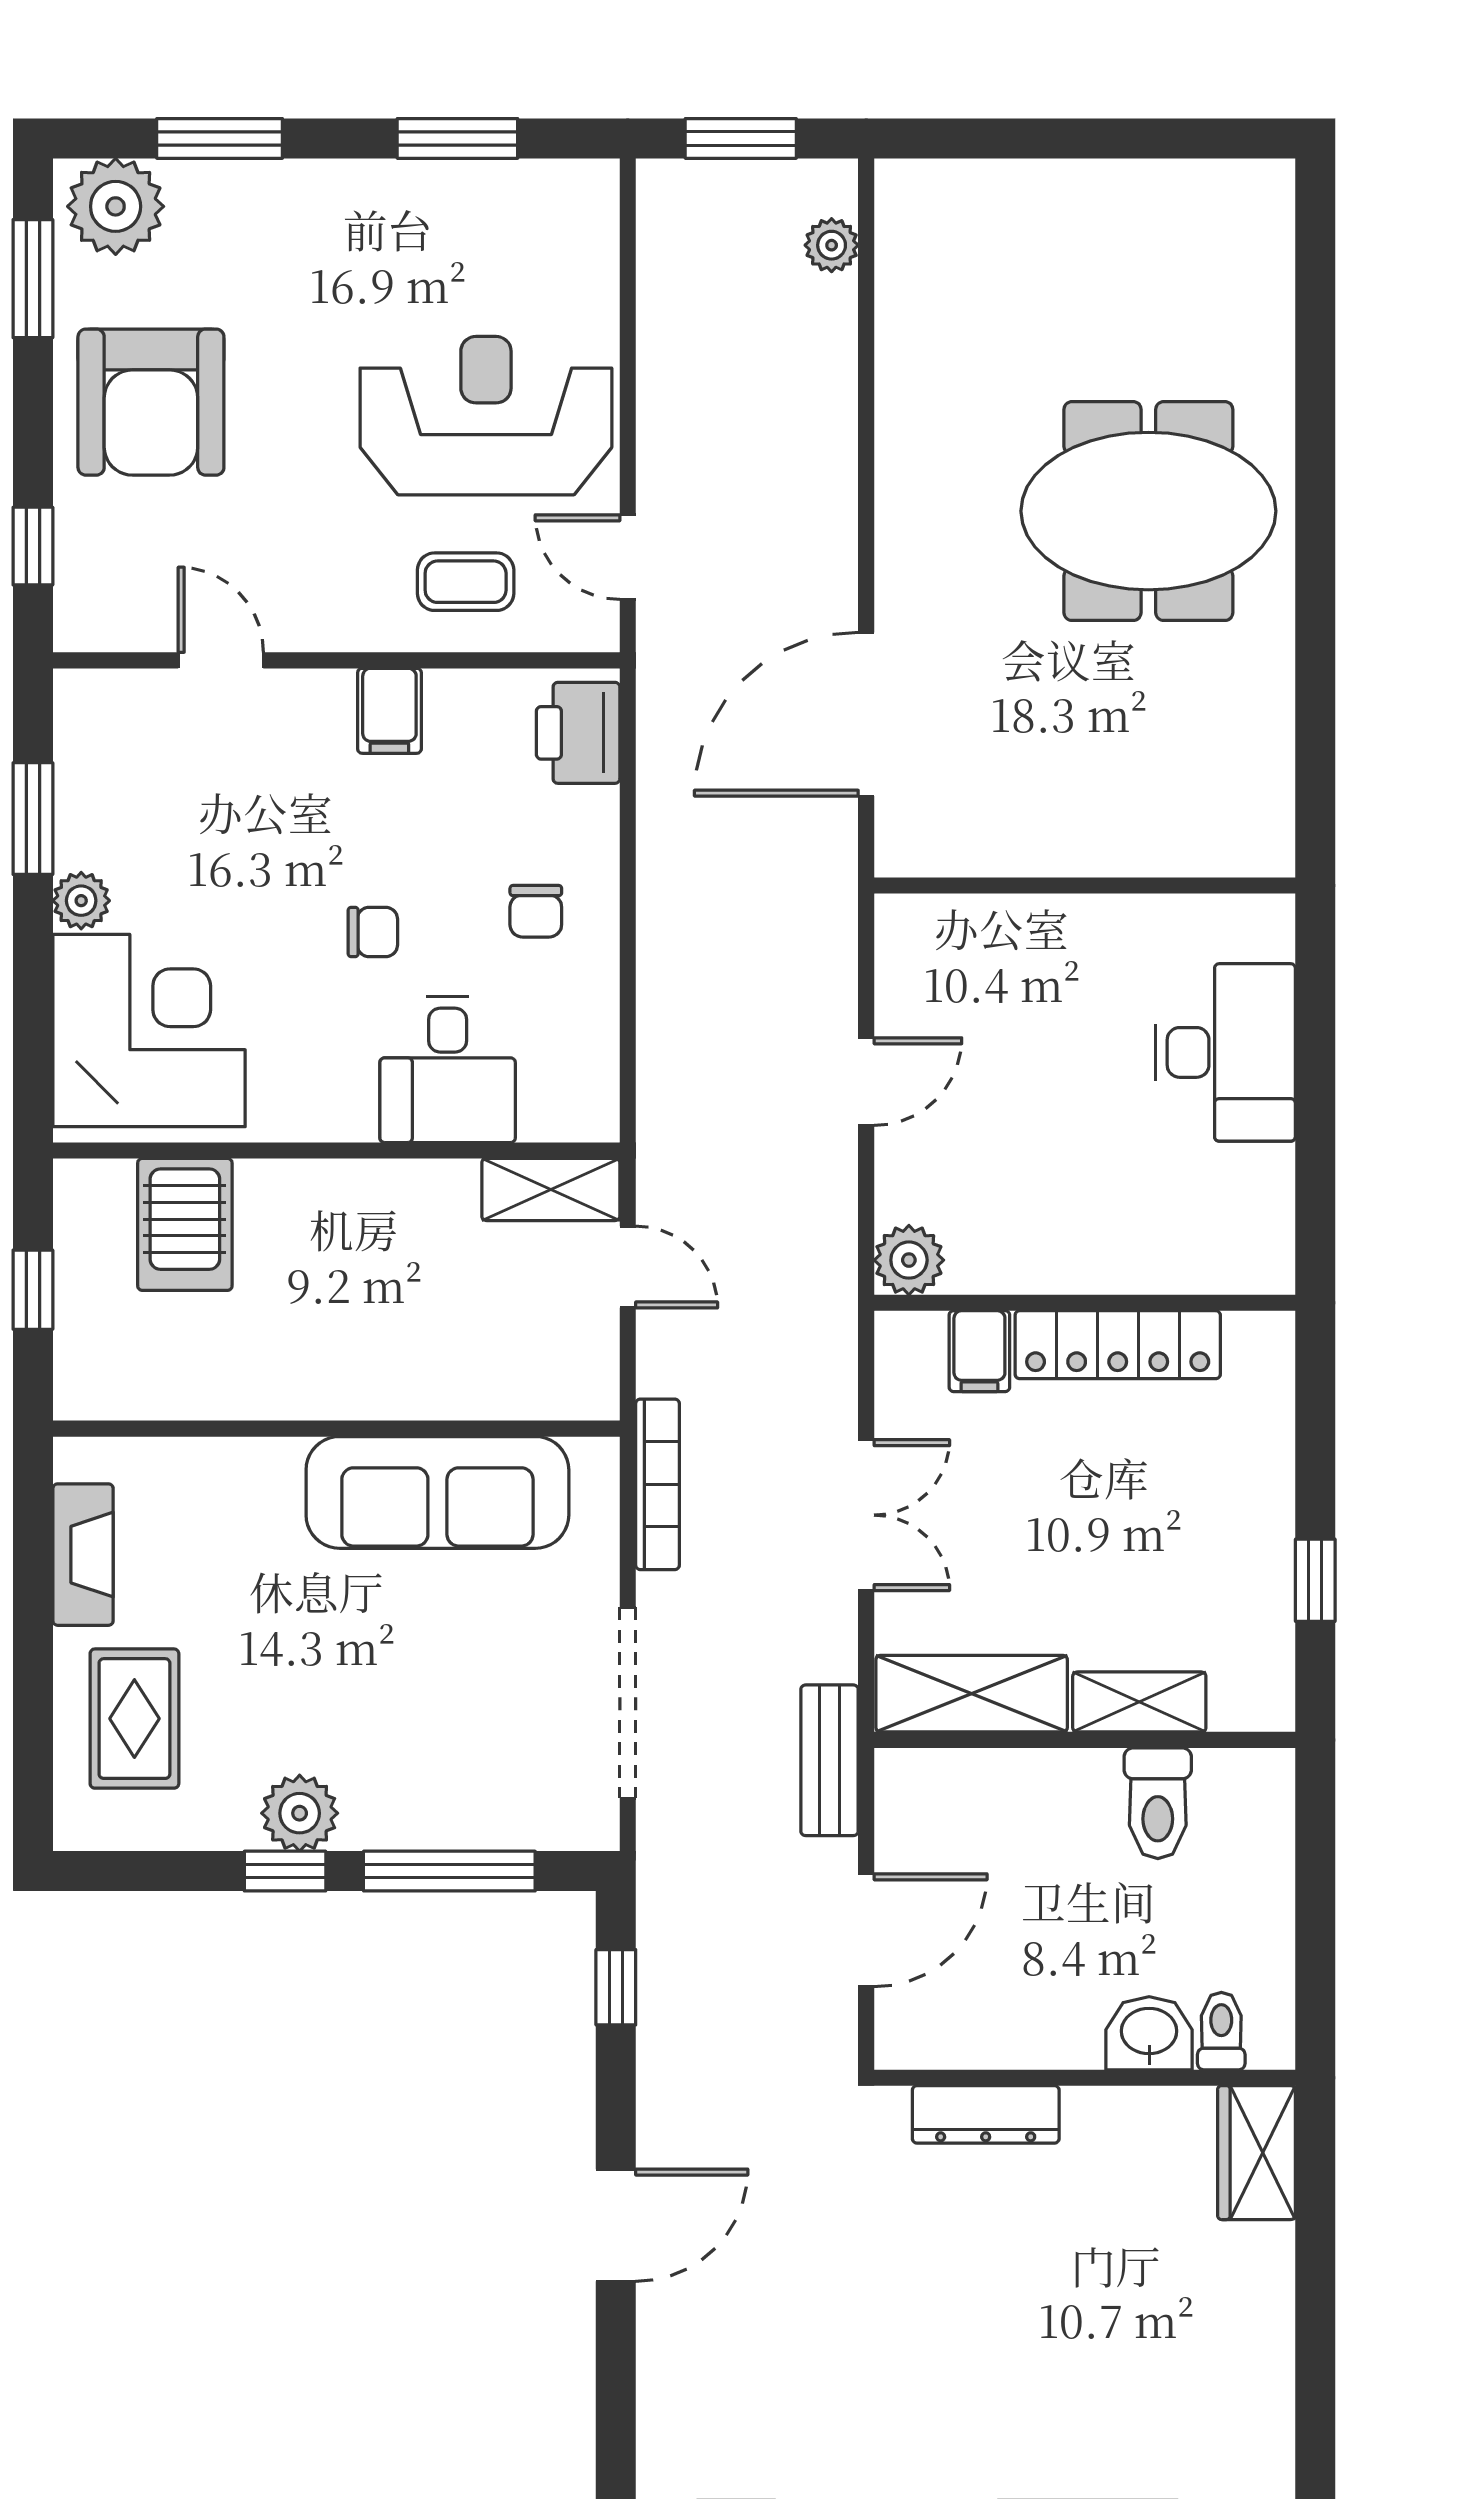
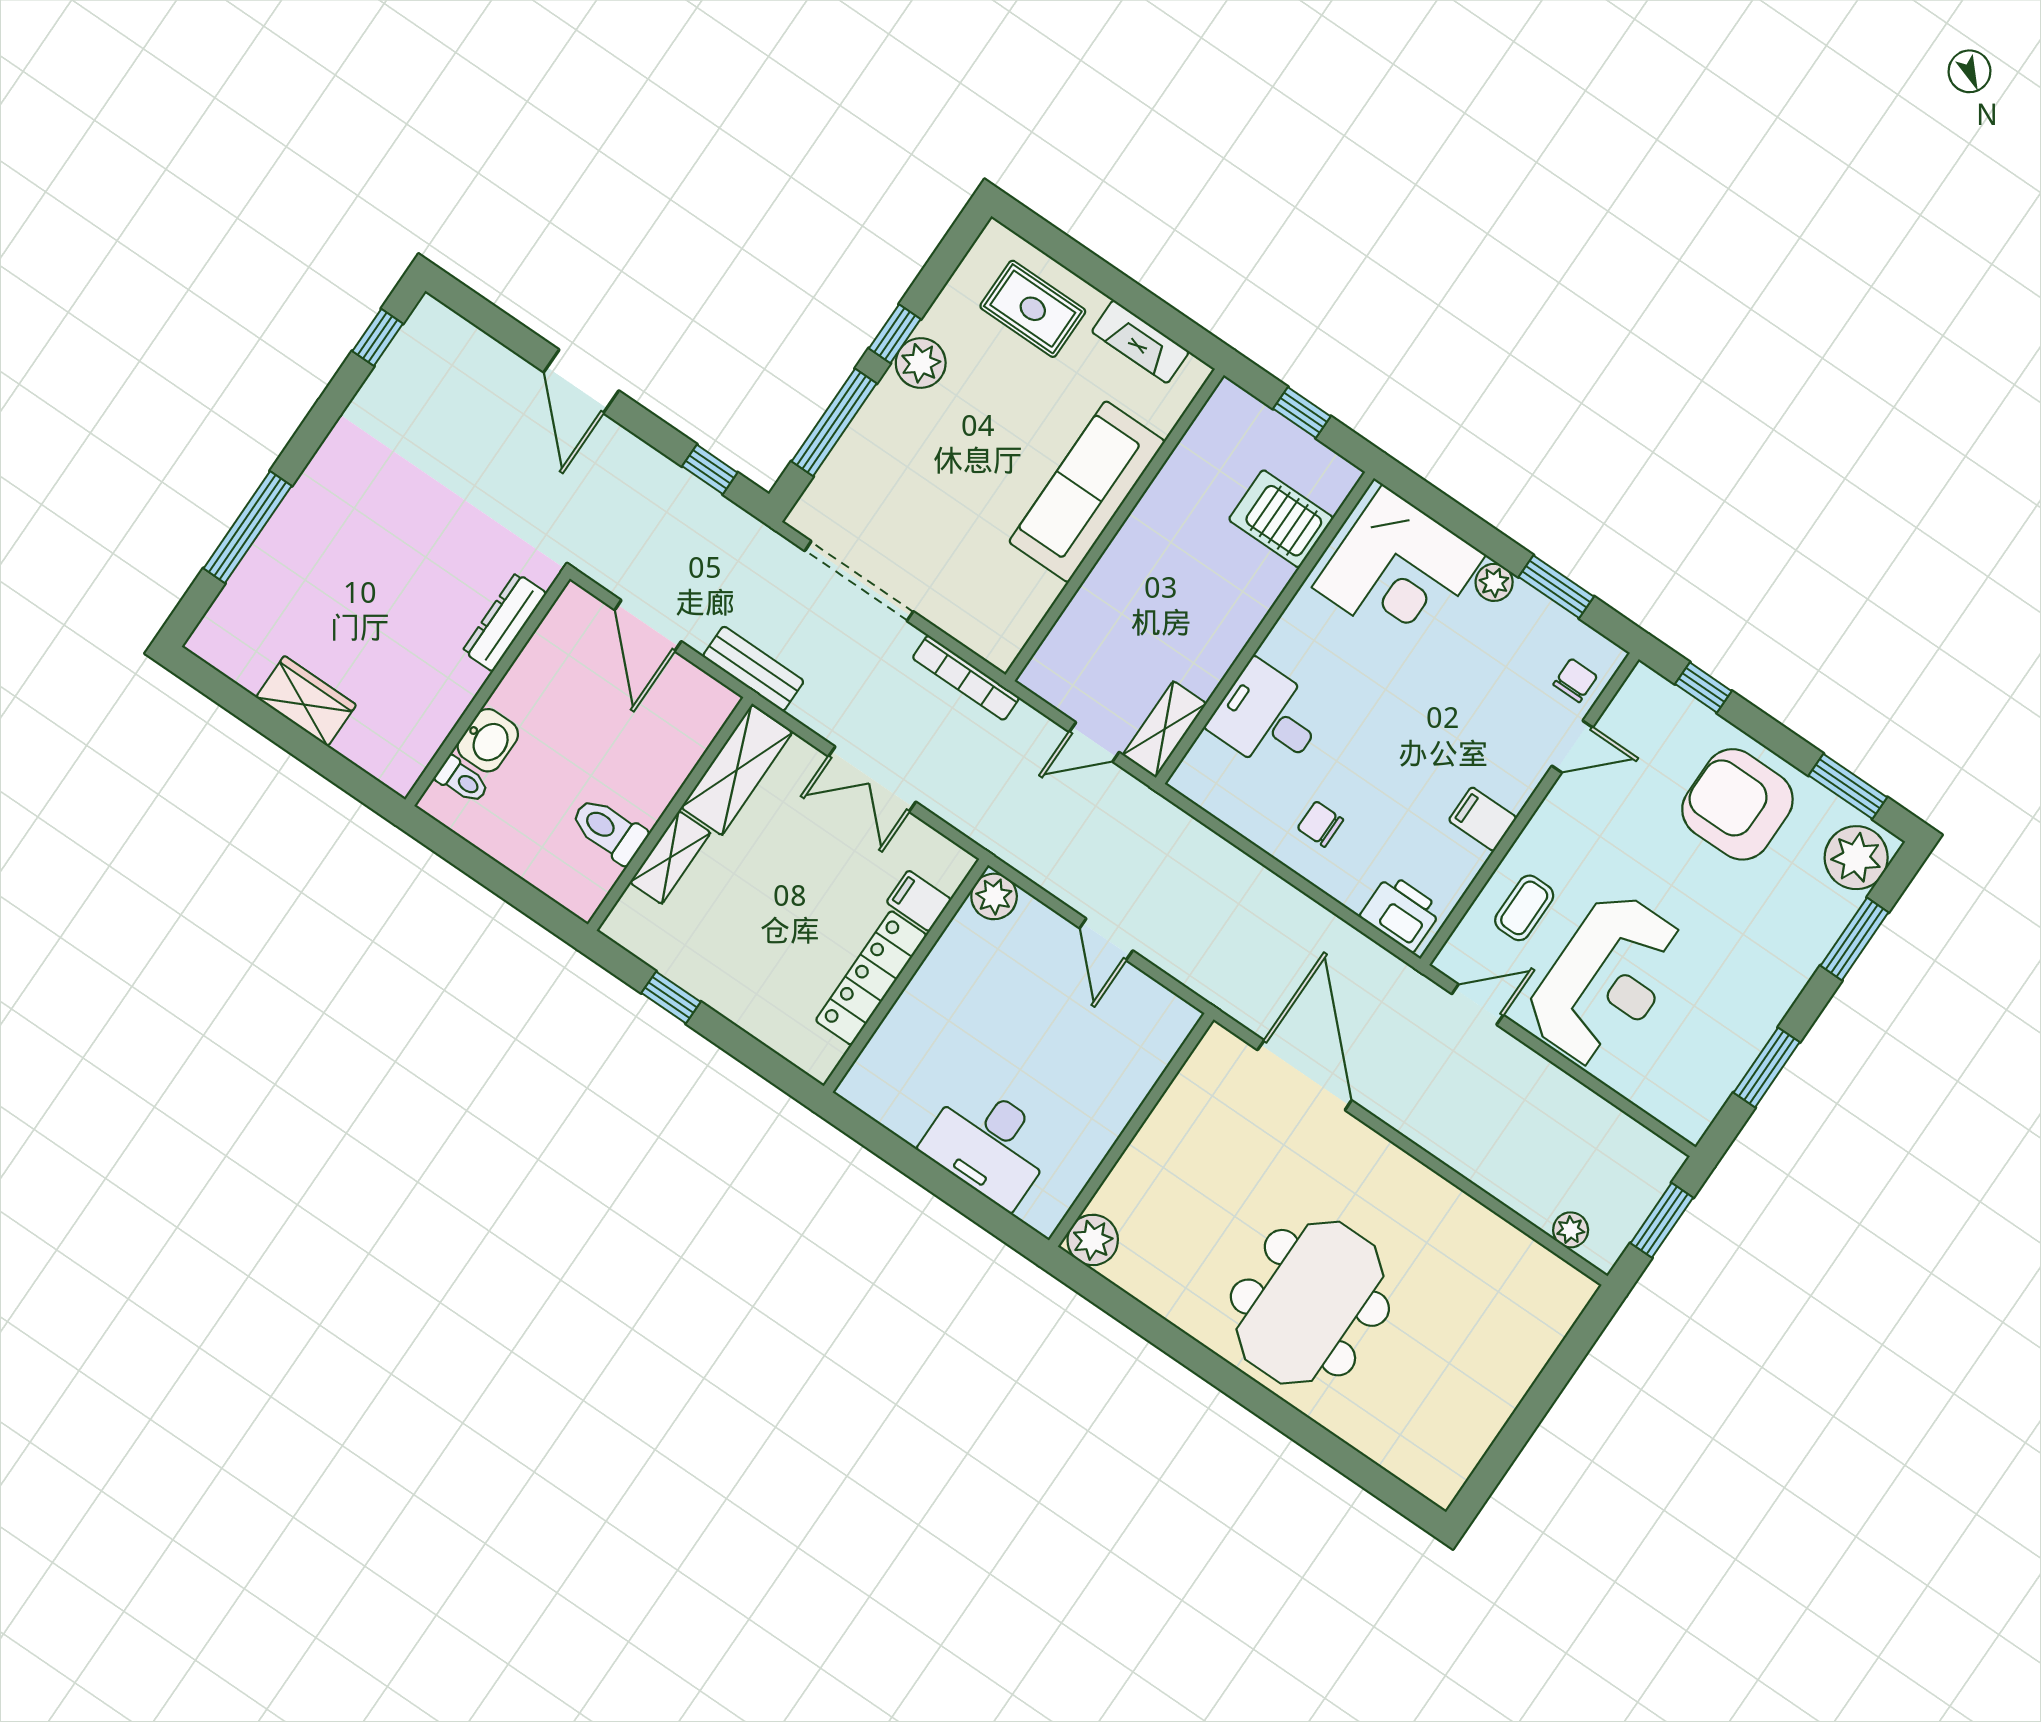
plant: (1257, 839) -> (1093, 1240), added
chair: (373, 932) -> (1575, 680), moved, turned 180
sofa: (437, 1492) -> (1087, 492), moved
wardrobe: (1257, 2153) -> (306, 701), moved

